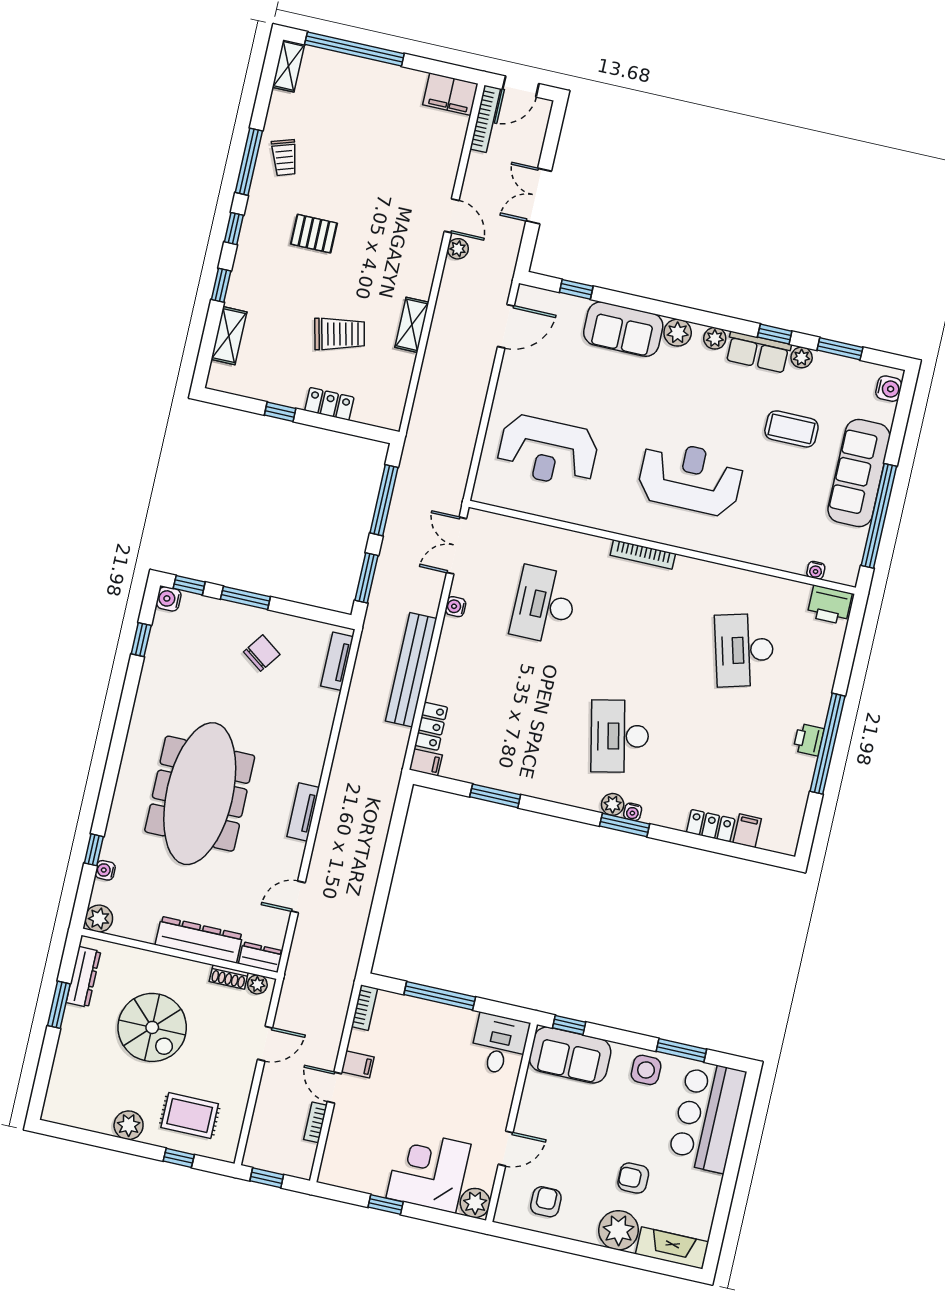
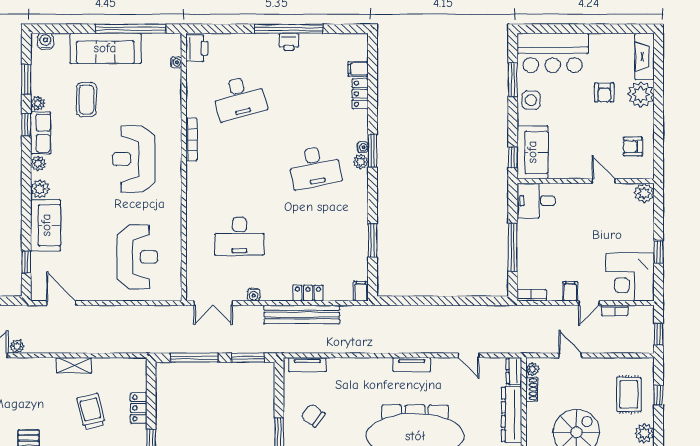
bookcase: (643, 554) -> (191, 139), moved
locker: (431, 726) -> (308, 293), moved
corner desk: (429, 1171) -> (630, 277), moved

